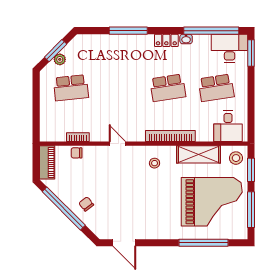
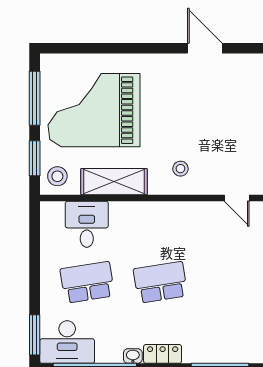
desk: (228, 126) -> (87, 224), moved
bookcase: (170, 136) -> (157, 210), removed
door: (124, 243) -> (205, 48), moved
window: (203, 243) -> (107, 48), removed

